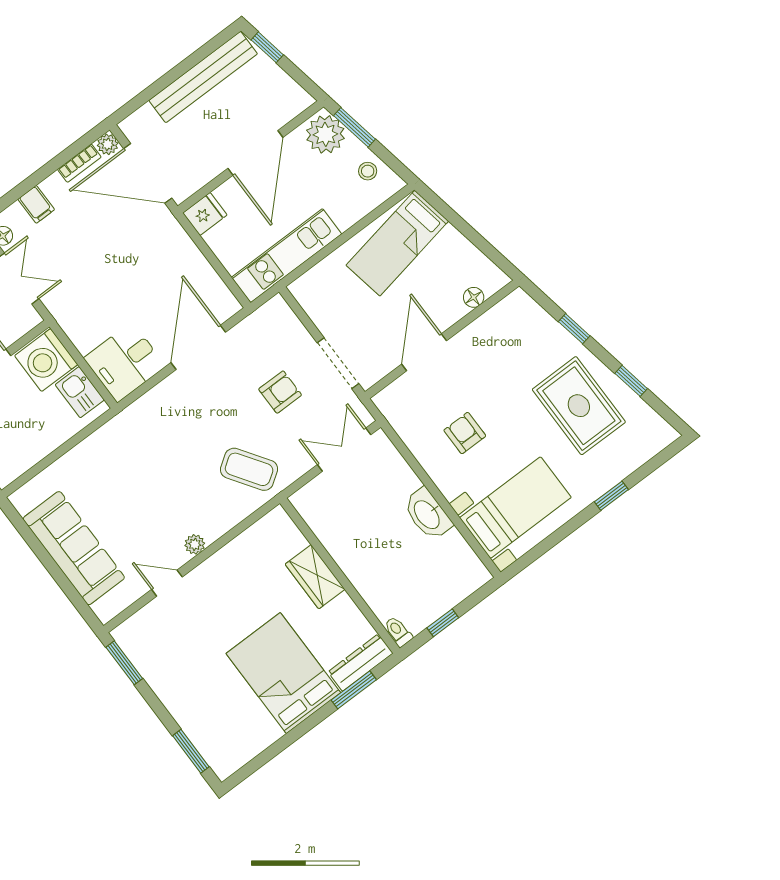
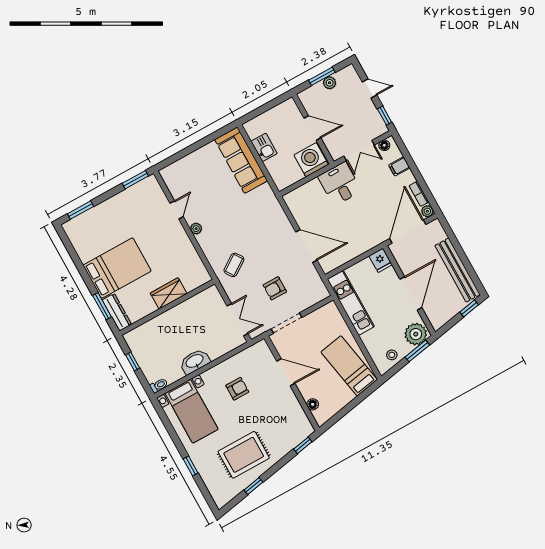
door: (255, 153) -> (411, 293), swing flipped
window: (574, 329) -> (303, 445), moved
desk: (125, 362) -> (340, 184), moved
kitchen sink: (80, 392) -> (264, 147), moved, turned 90
armchair: (280, 392) -> (275, 288), turned 90
coffee table: (249, 469) -> (234, 265), width x0.73, depth x0.77
sofa: (74, 548) -> (241, 160), moved, turned 90
toilet: (398, 631) -> (159, 385), moved

